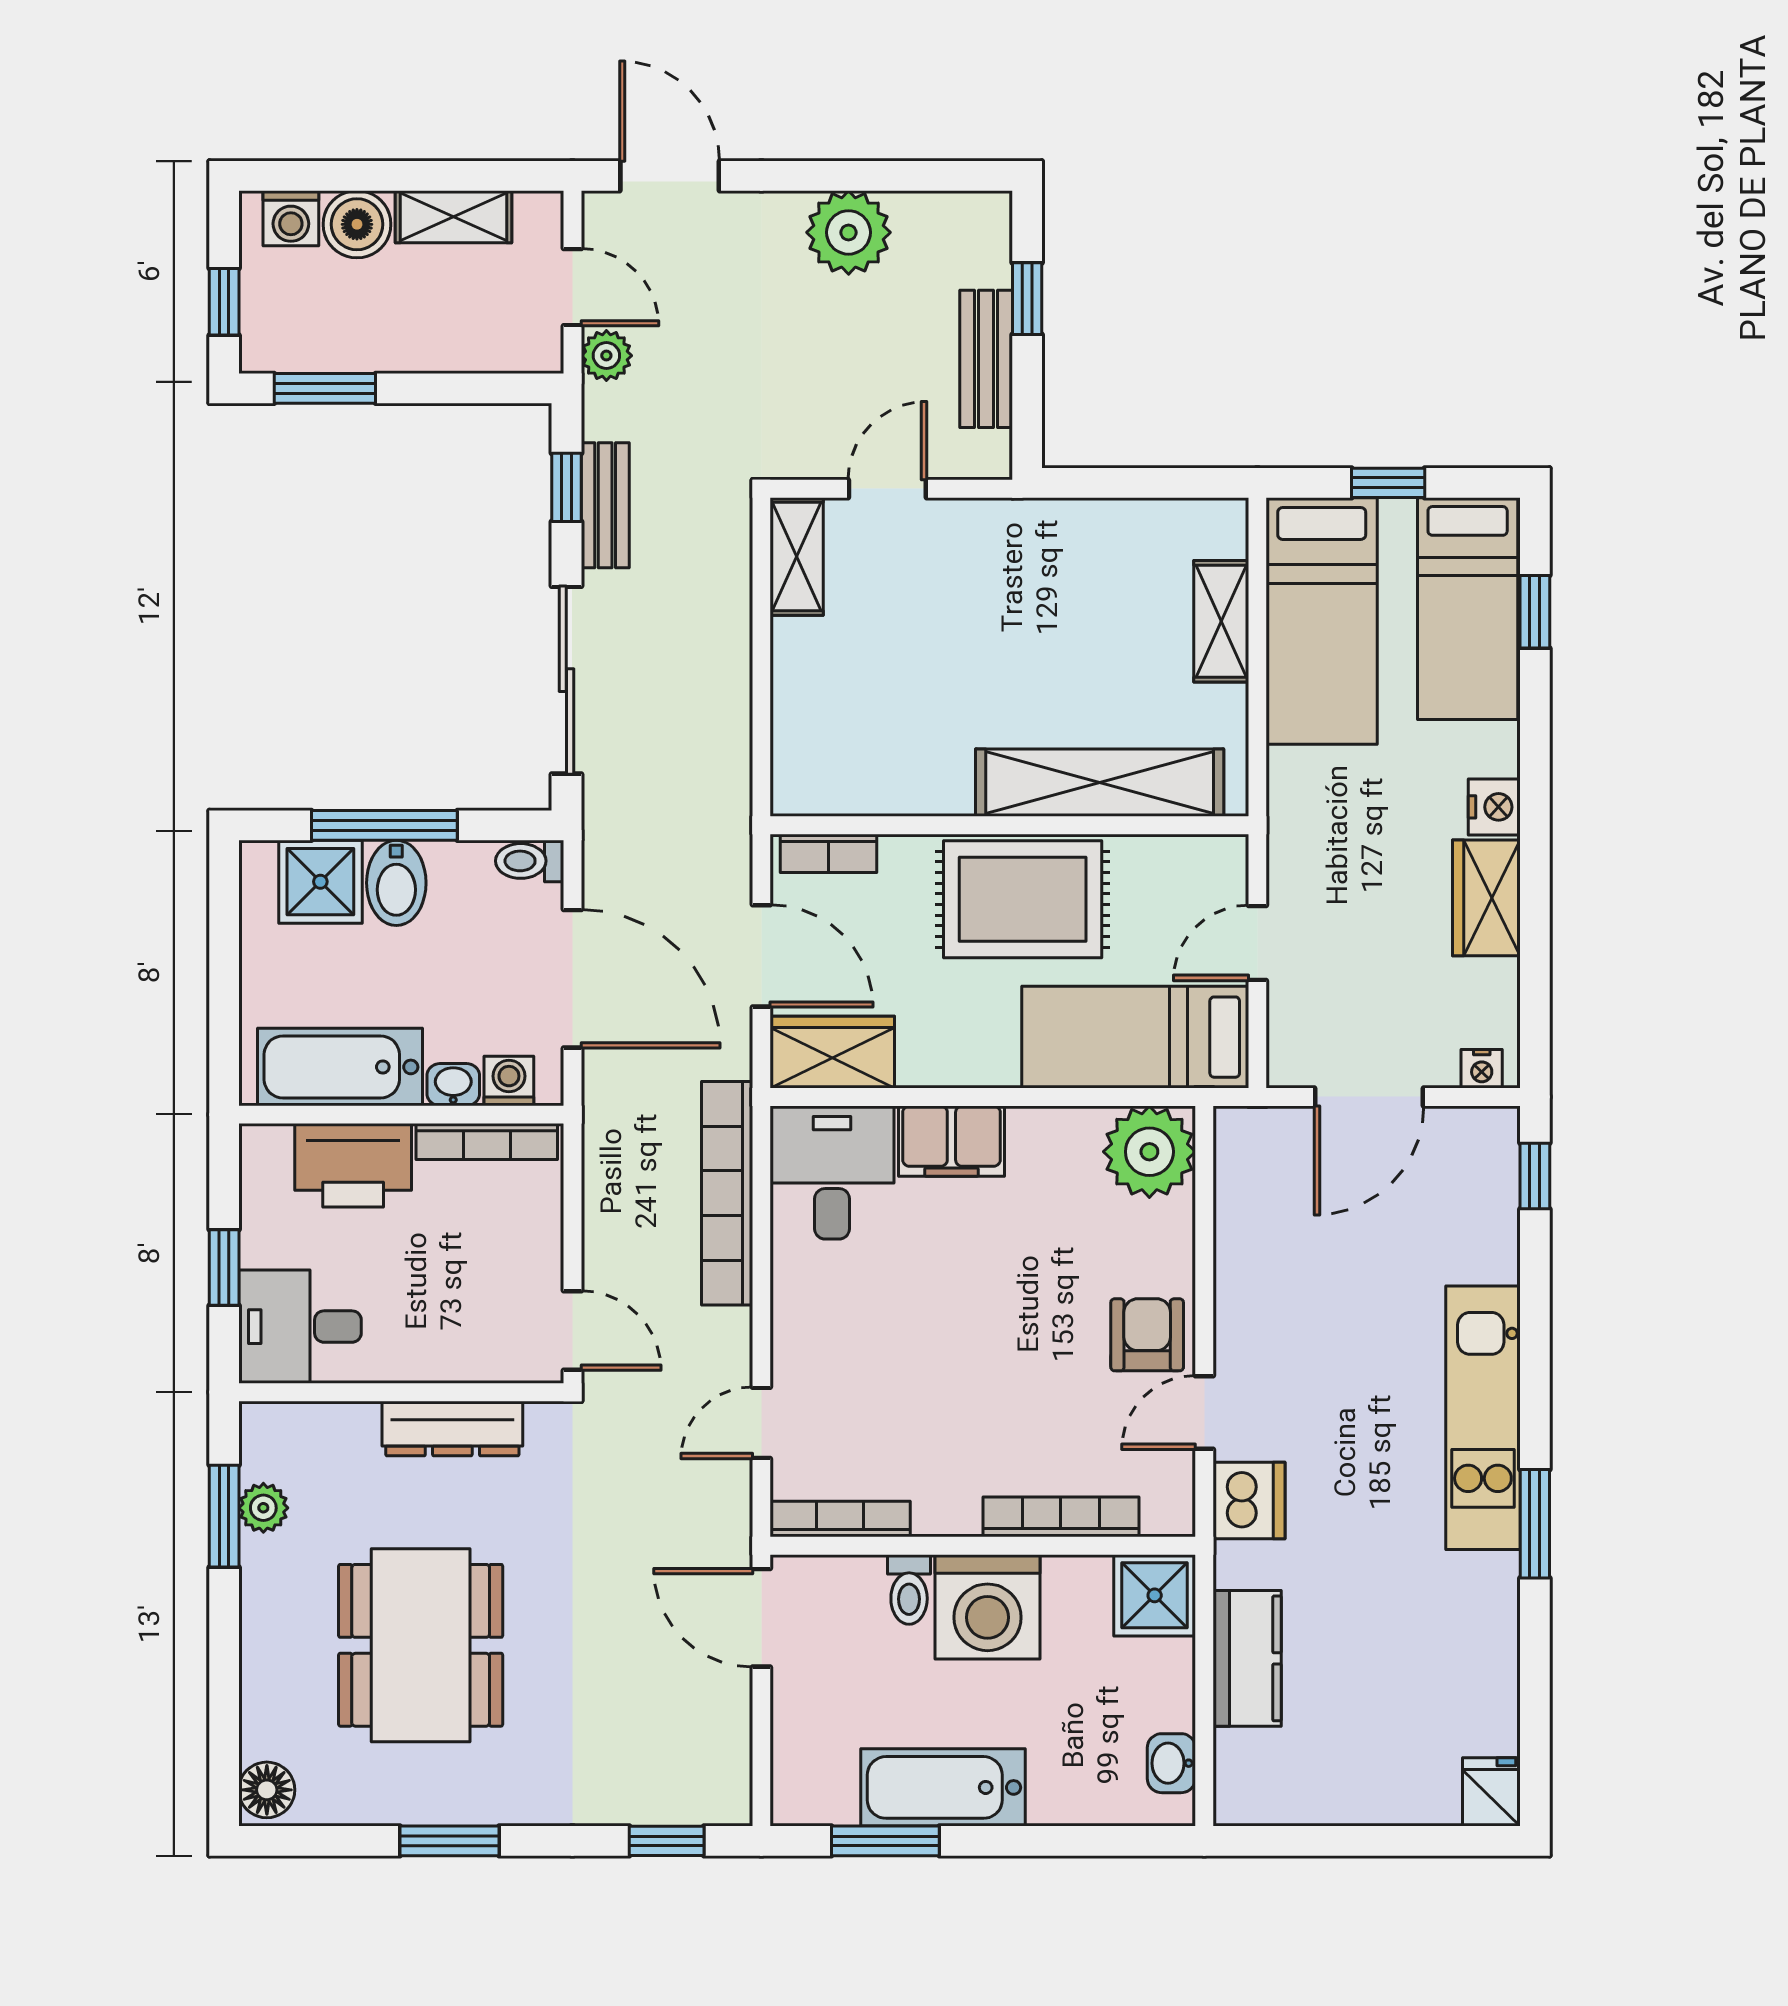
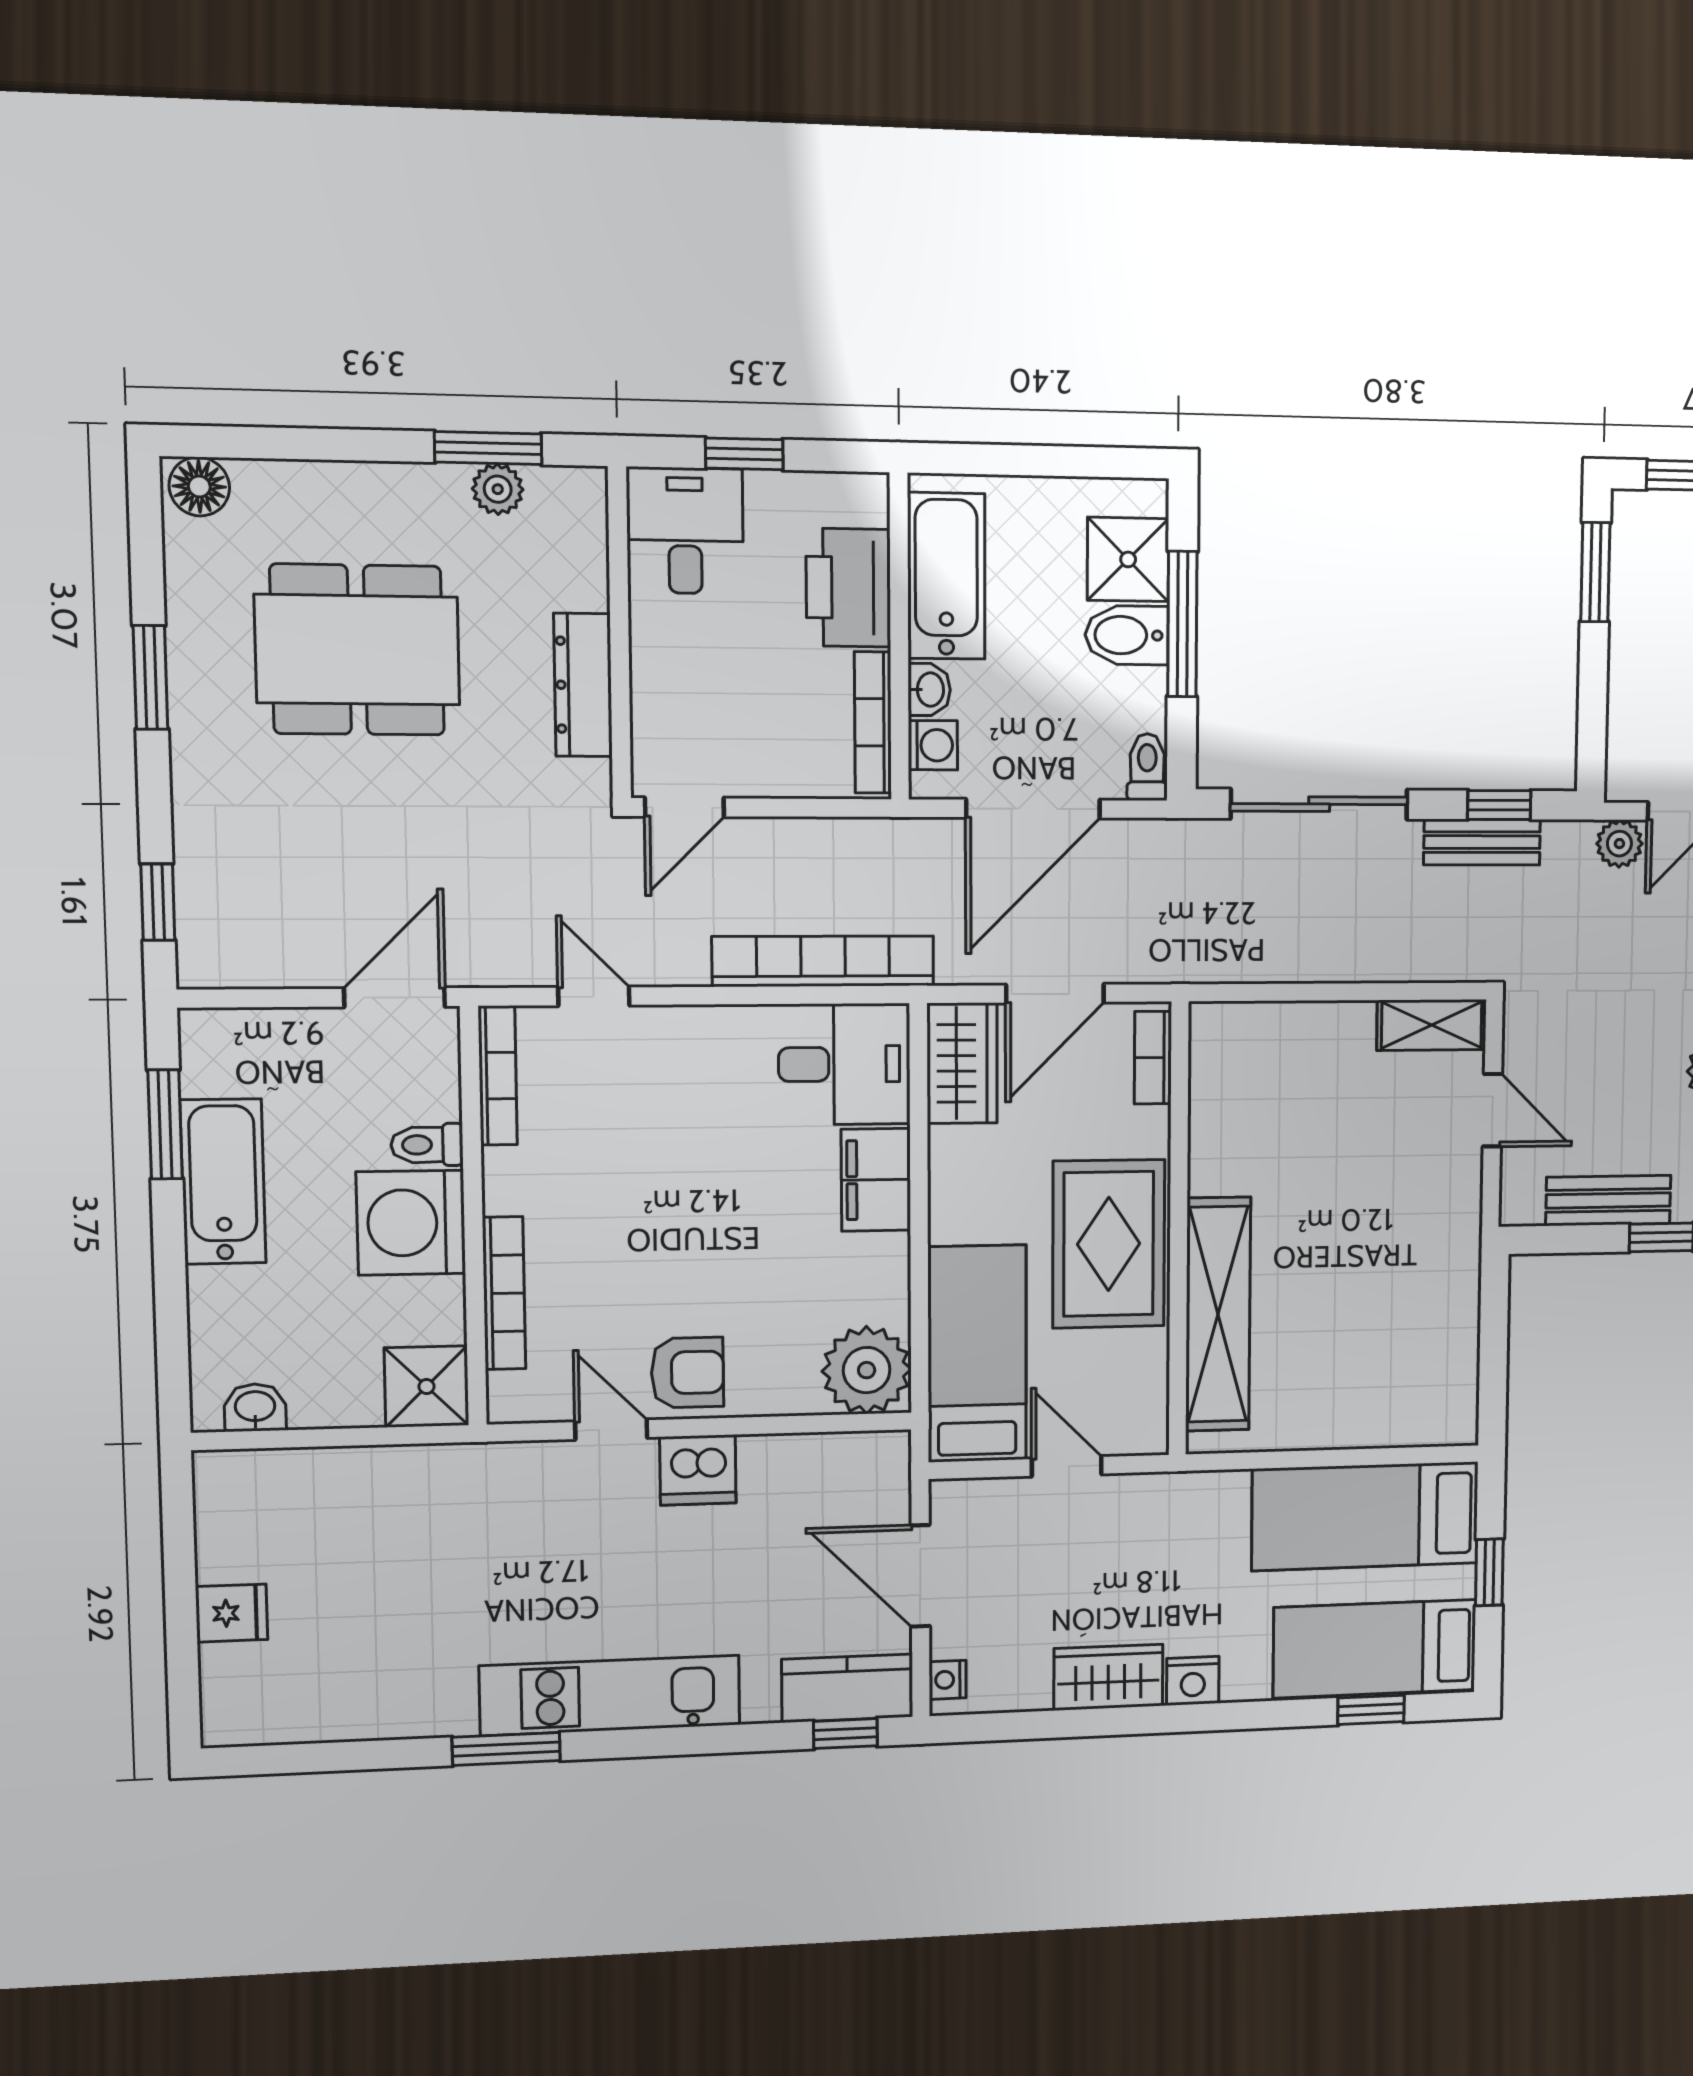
shelving: (1221, 621) -> (1366, 1424), removed
dishwasher: (1249, 1501) -> (698, 1470), moved
kitchen counter: (1247, 1658) -> (847, 1688), moved, turned 180
fridge: (1491, 1792) -> (232, 1613), moved

